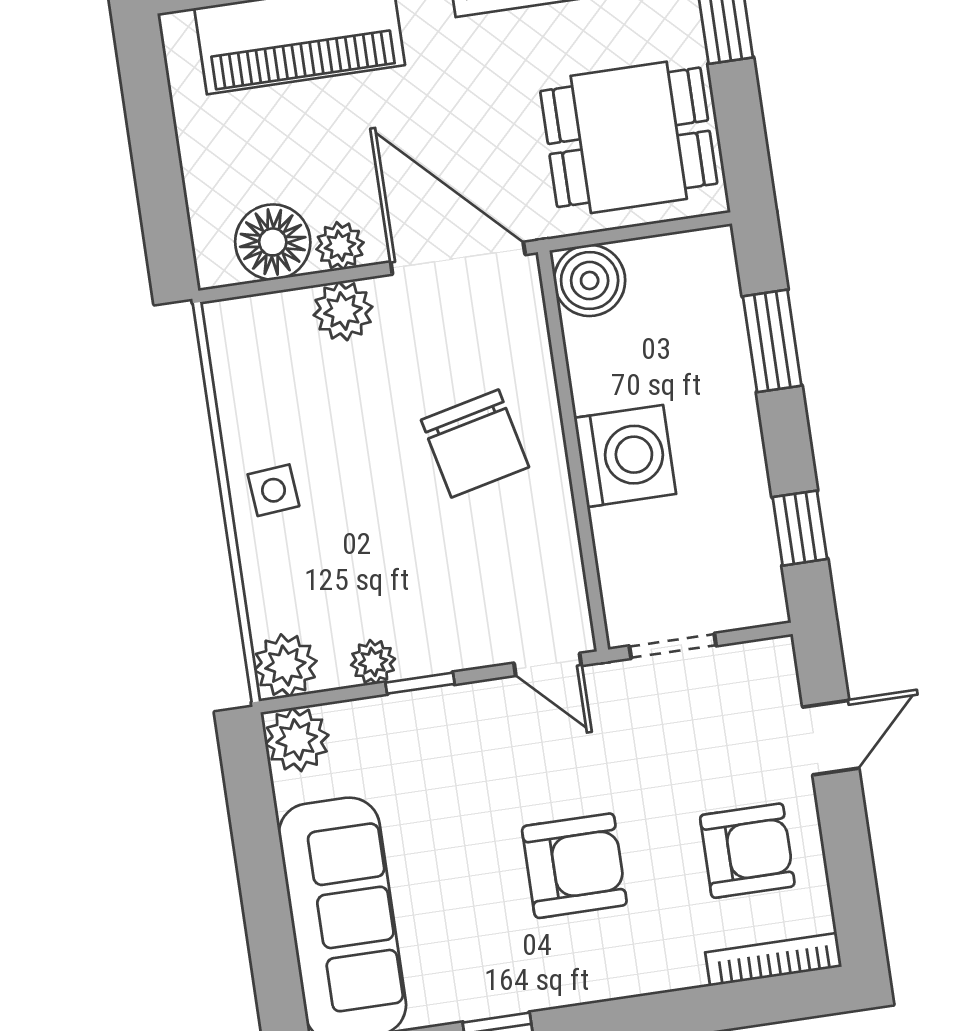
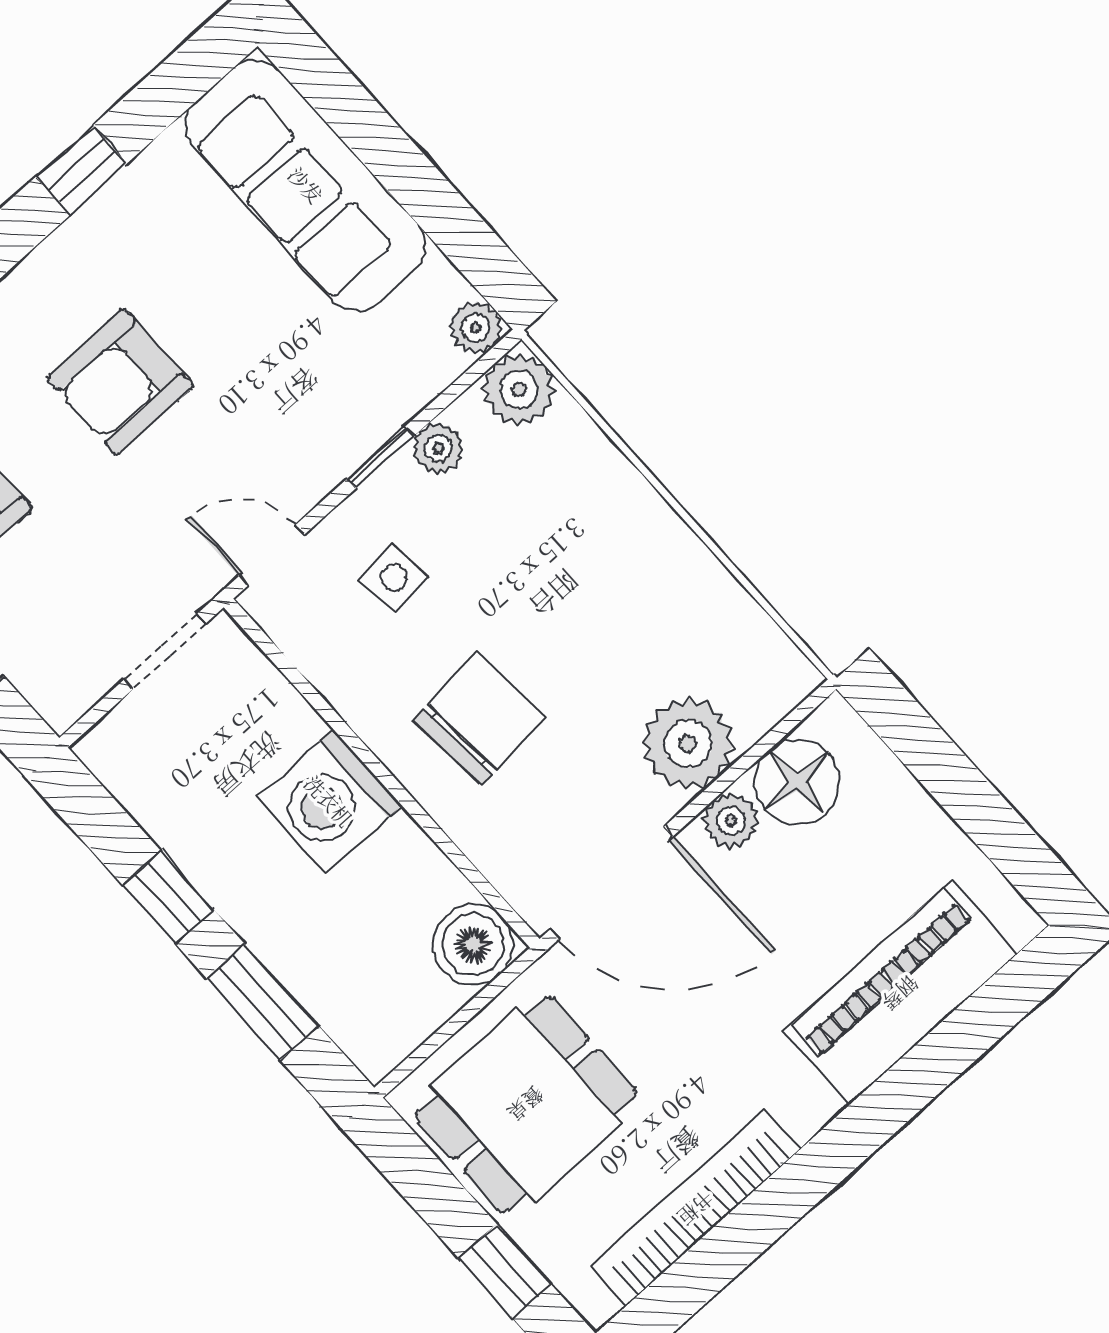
plant: (343, 311) -> (688, 744), width x1.36, depth x1.36
chair: (475, 444) -> (479, 718), turned 98
side table: (273, 490) -> (394, 578), moved
window: (800, 528) -> (168, 897), moved
plant: (297, 739) -> (476, 328), width x0.73, depth x0.73

